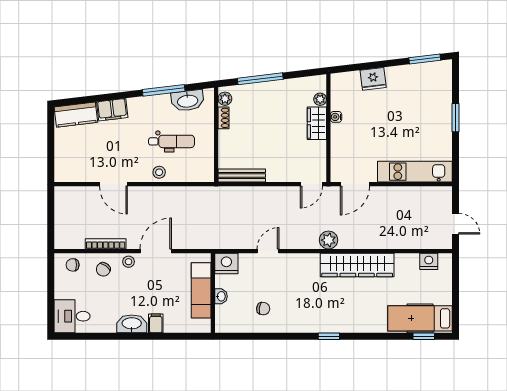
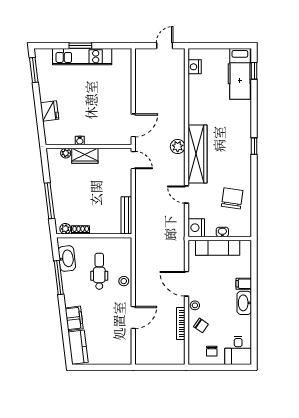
kitchen unit: (415, 172) -> (82, 57), moved, turned -90
door: (355, 184) -> (133, 125), hinge flipped
chair: (73, 265) -> (212, 351), moved
wardrobe: (357, 265) -> (198, 154), moved
chair: (263, 309) -> (232, 198), width x1.87, depth x1.87

